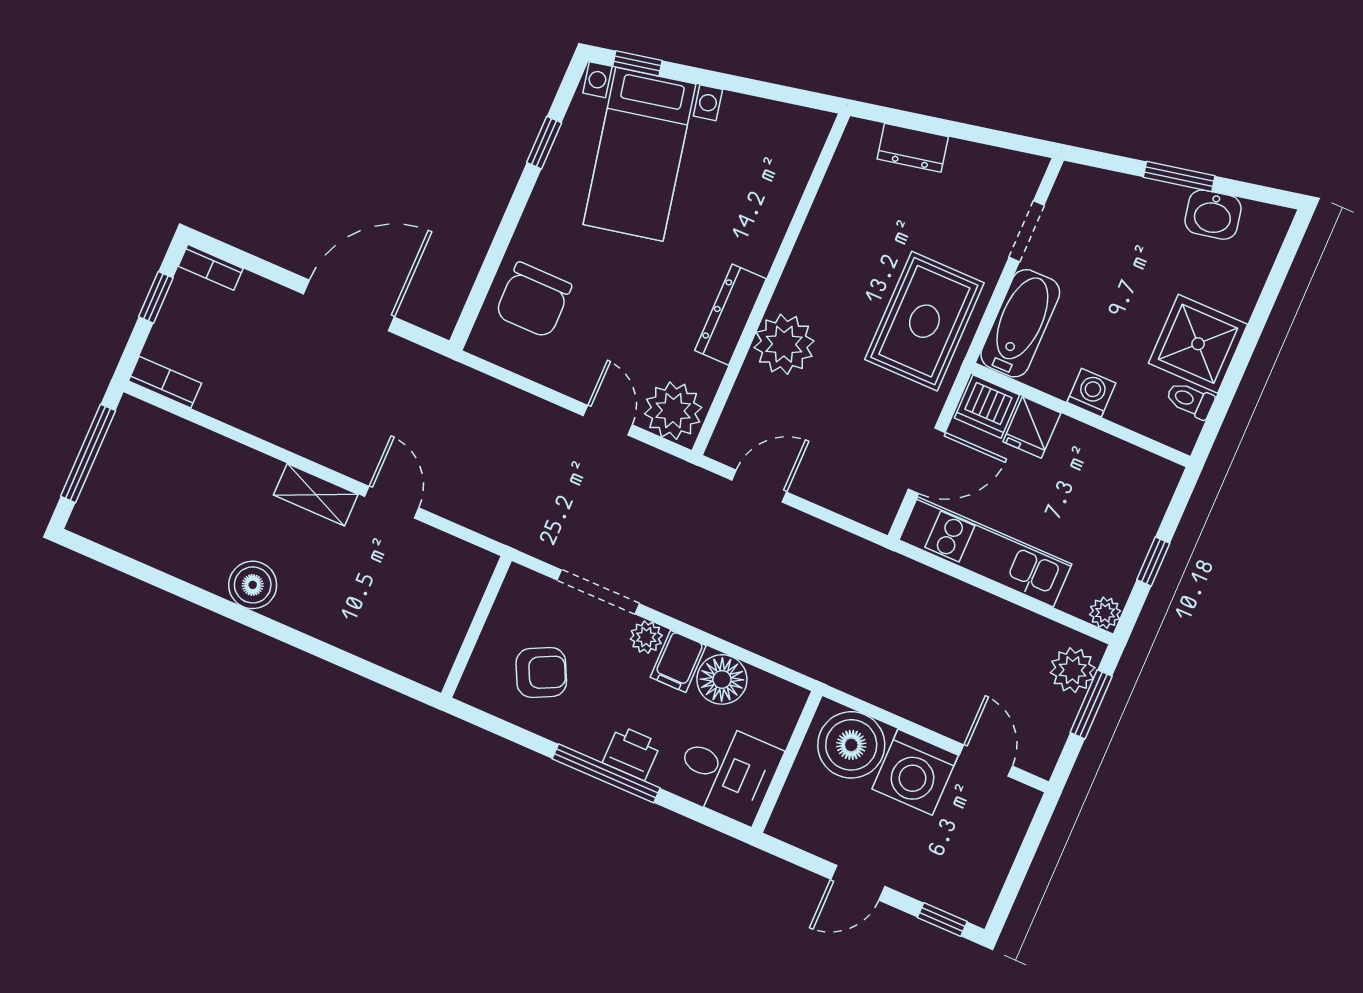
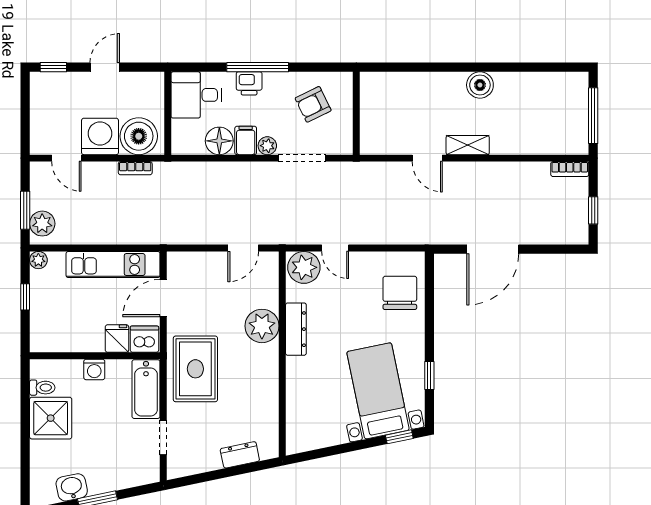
bookcase: (211, 267) -> (135, 168), moved, turned 180

